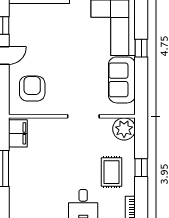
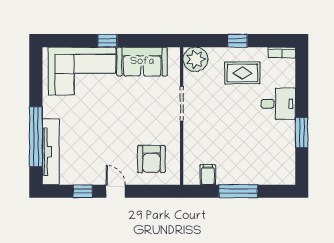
armchair: (32, 89) -> (151, 159), turned -90
filing cabinet: (18, 133) -> (208, 175), width x0.50

